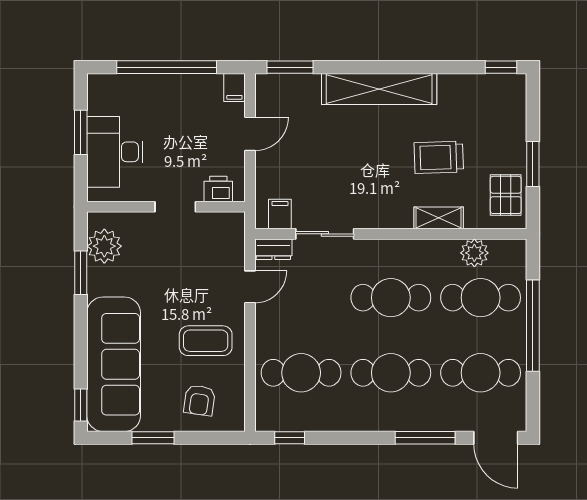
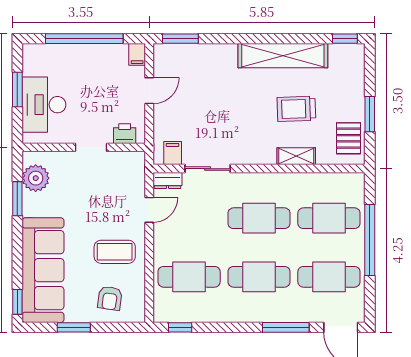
shelving: (379, 89) -> (283, 56), moved
plant: (474, 253) -> (324, 183), removed

